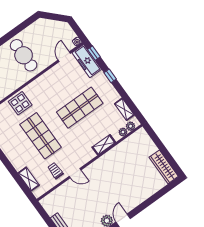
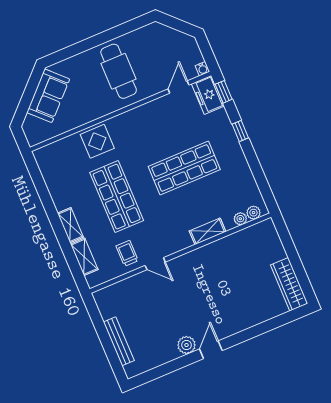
freezer: (87, 61) -> (208, 95), width x0.71
shelving: (124, 109) -> (70, 225), moved

